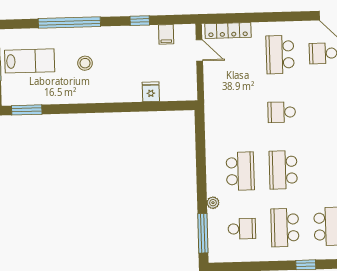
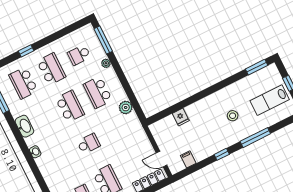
window: (140, 21) -> (222, 154), moved
window: (69, 23) -> (255, 138), width x0.68
plant: (214, 136) -> (126, 107), added

